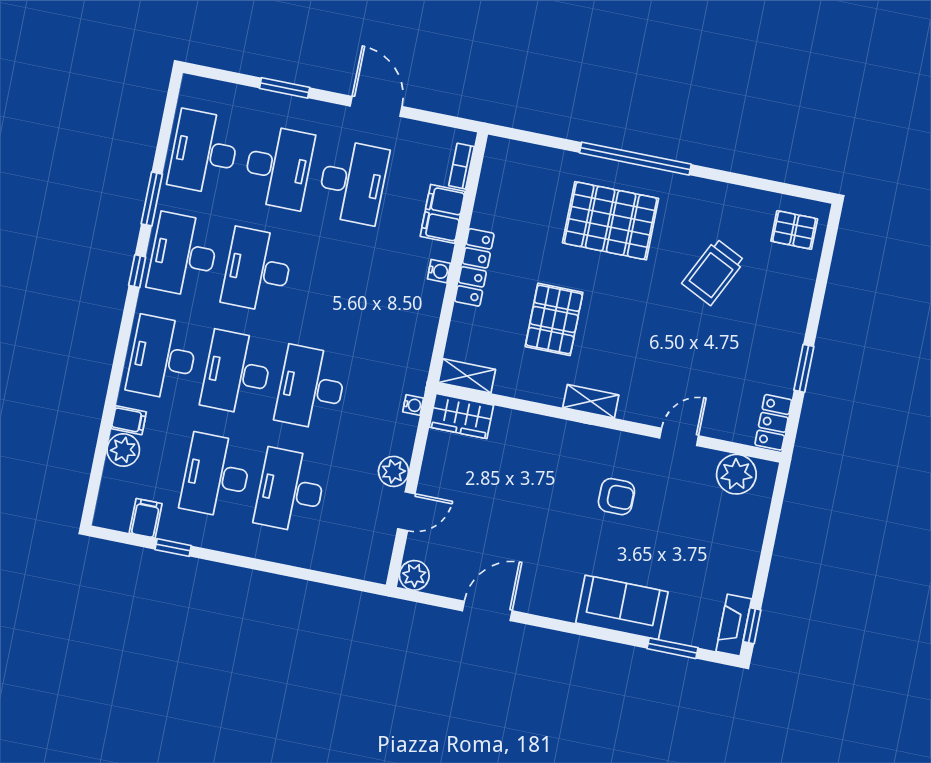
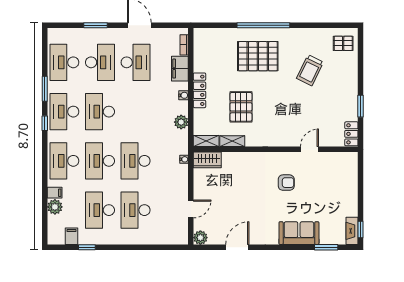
shelving: (591, 401) -> (232, 141), moved
plant: (393, 471) -> (181, 122), moved
plant: (736, 474) -> (339, 161), removed

